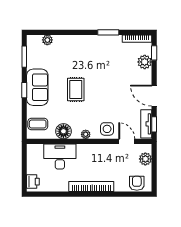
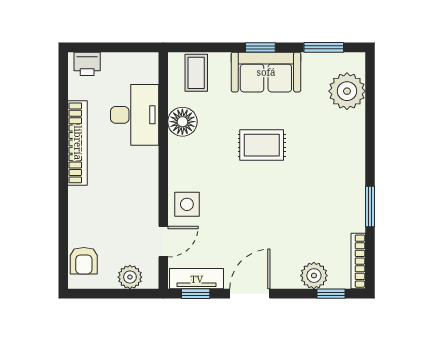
plant: (47, 40) -> (347, 91), width x1.88, depth x1.88
plant: (86, 134) -> (177, 164), removed
armchair: (137, 183) -> (84, 261), turned 90
bookcase: (91, 187) -> (78, 143), moved

